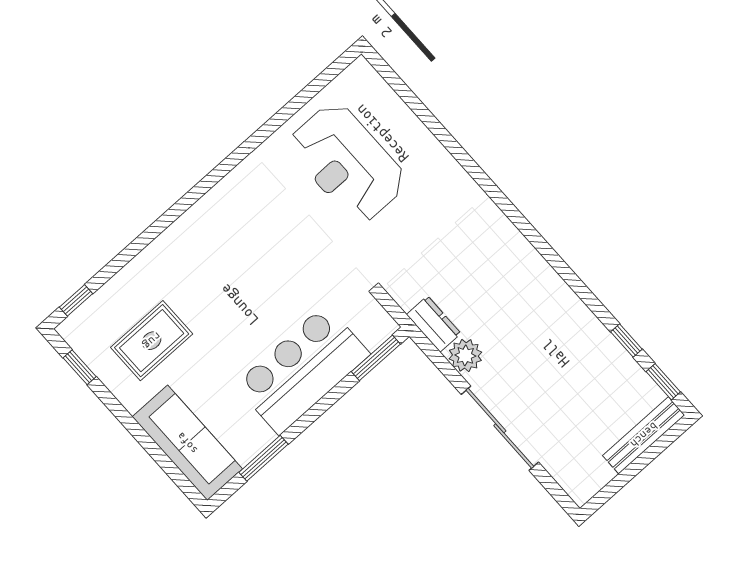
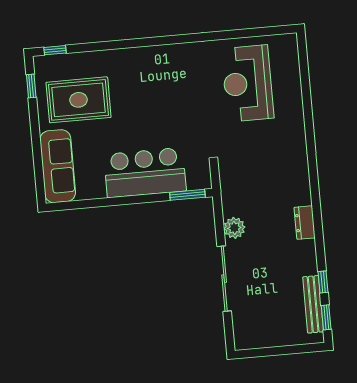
dresser: (434, 324) -> (305, 223), moved, turned 180
rug: (152, 341) -> (79, 100), width x1.36, depth x1.43
bench: (644, 435) -> (313, 304), moved, turned 90
window: (264, 458) -> (91, 203), removed

